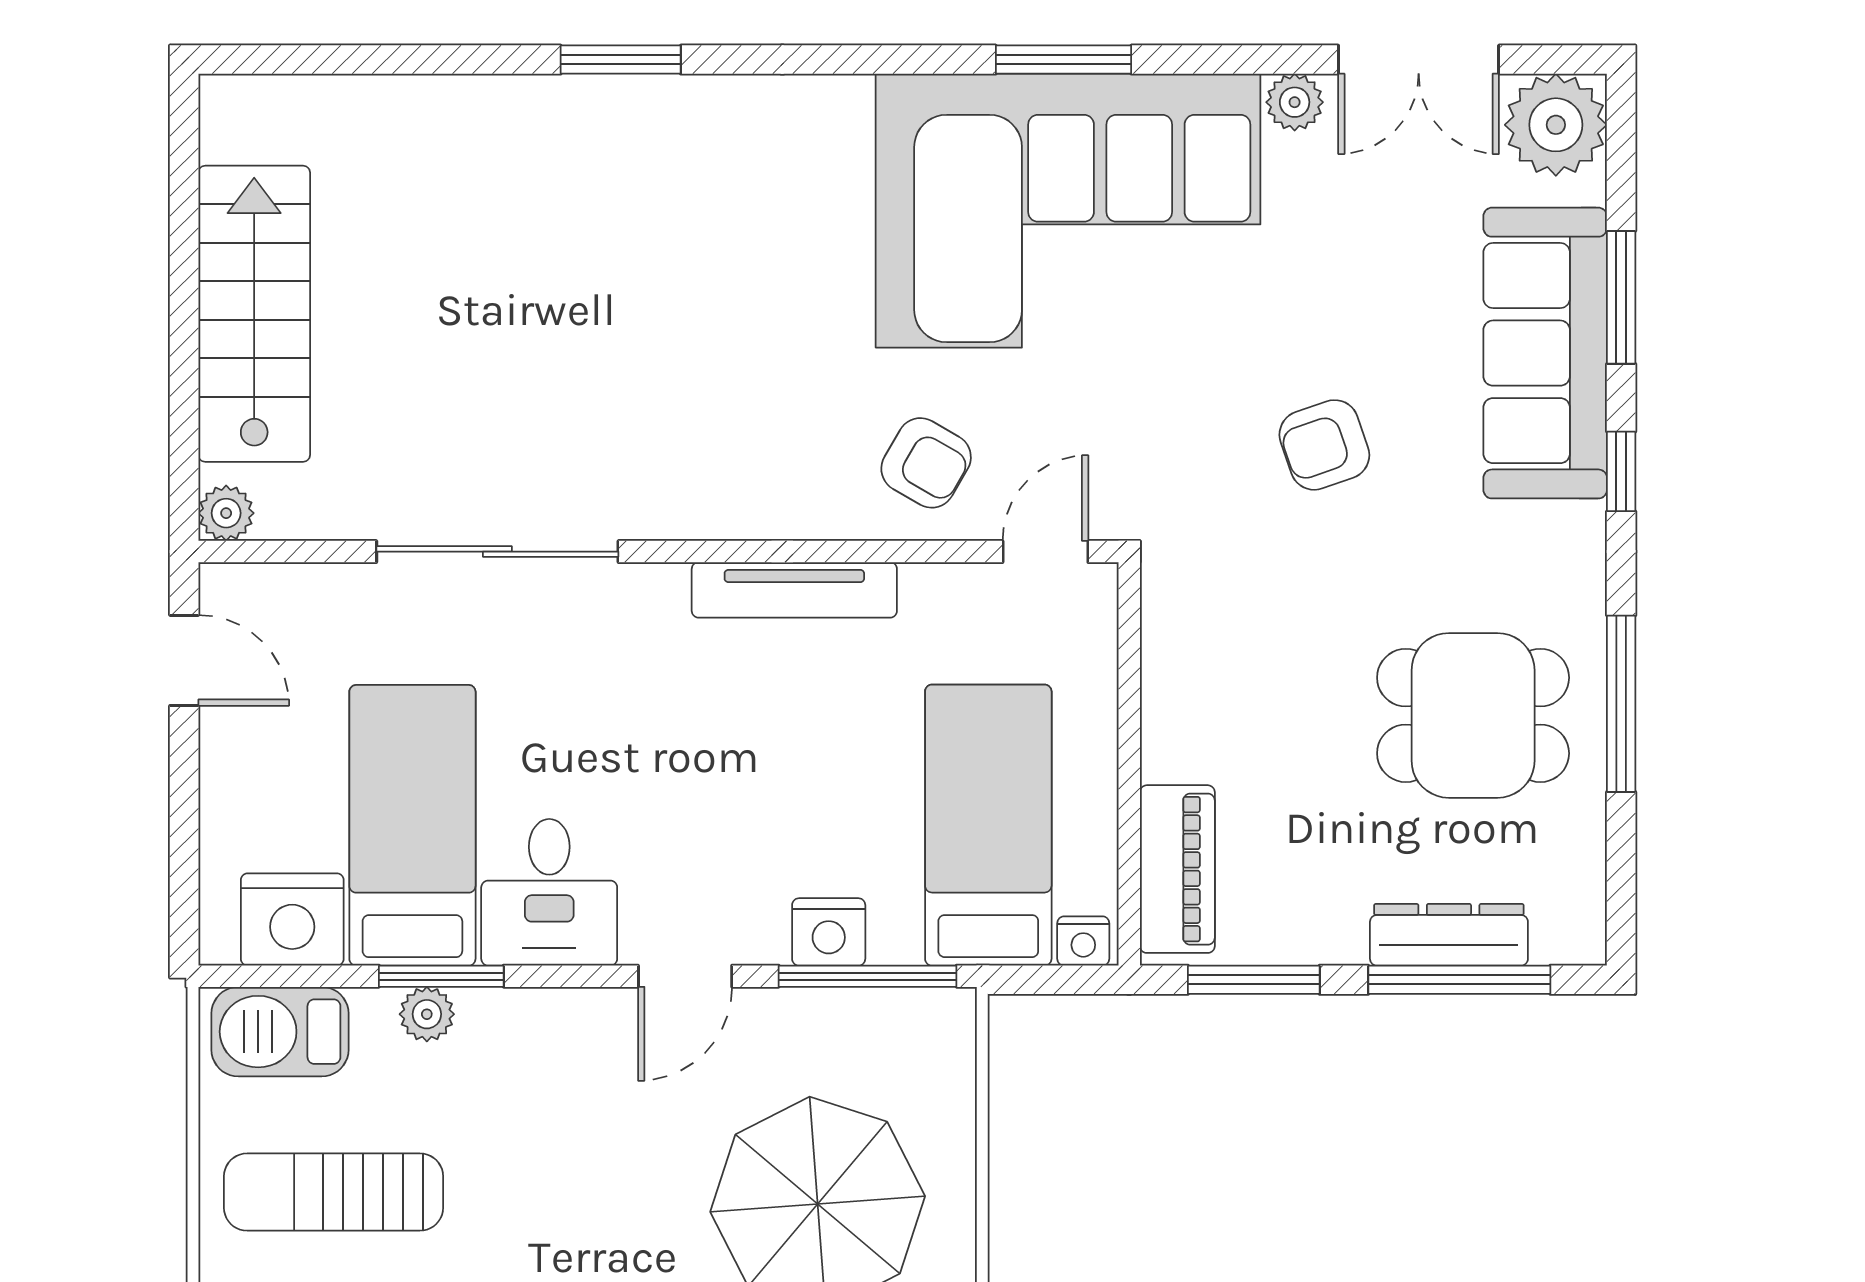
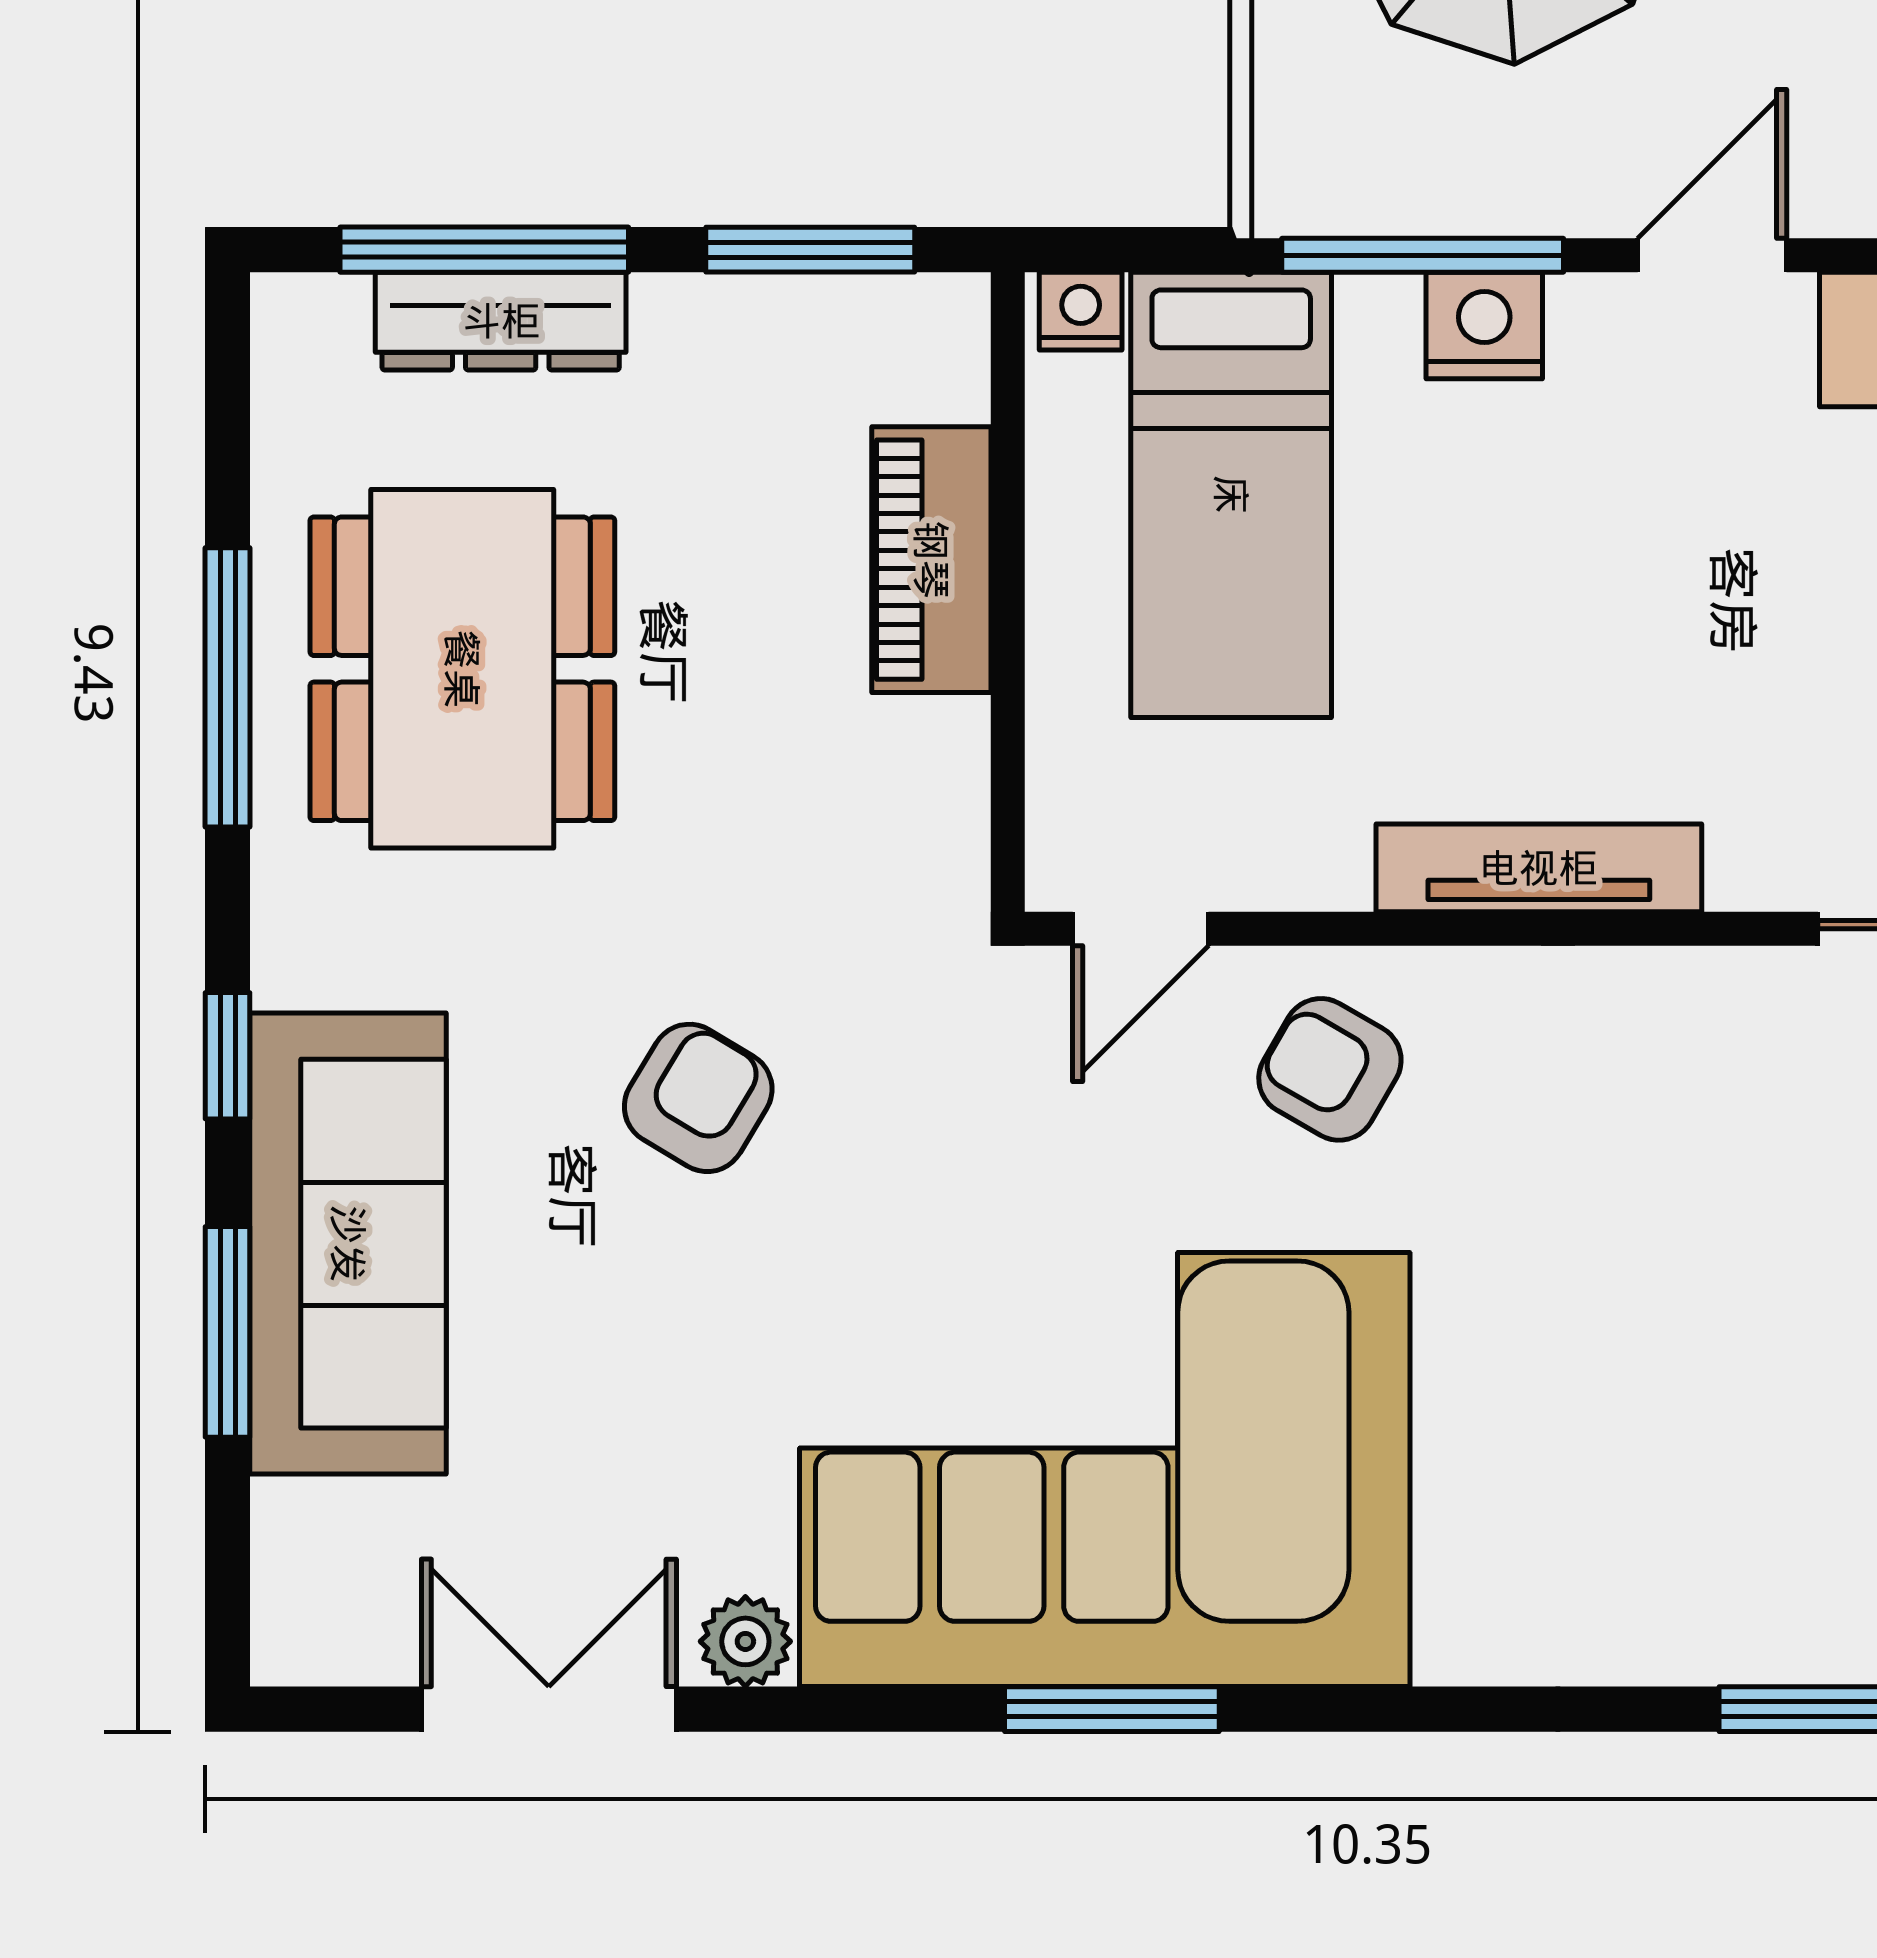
plant: (1556, 125) -> (331, 1606), removed
armchair: (1324, 445) -> (698, 1098), turned -40
dining table: (1473, 715) -> (462, 669), width x1.38
piano: (1177, 869) -> (931, 560), moved

